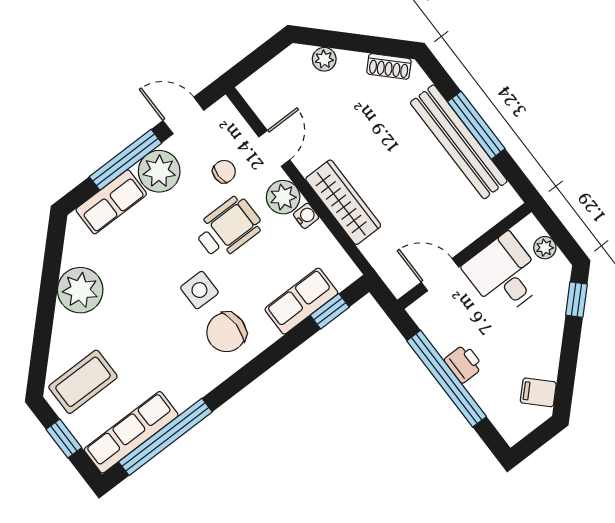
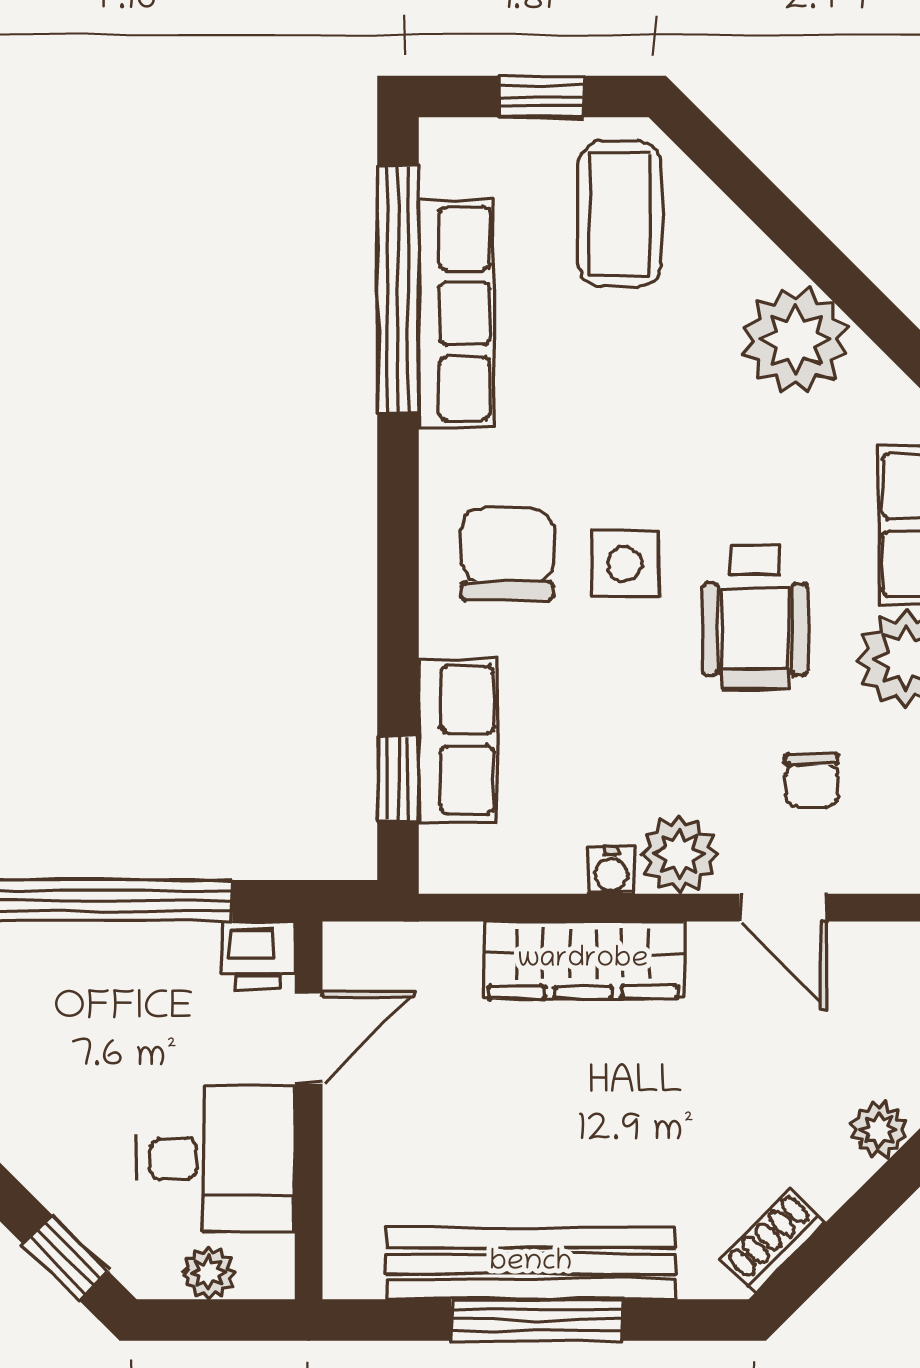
wheelchair: (228, 228) -> (755, 617), moved
printer: (464, 363) -> (258, 955), moved
row of seats: (131, 432) -> (456, 314), moved

